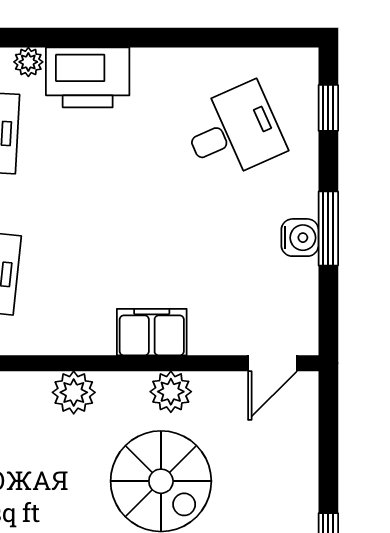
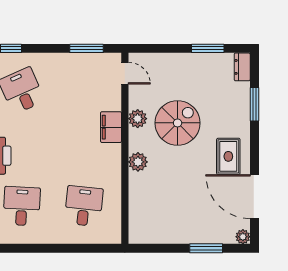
window: (328, 228) -> (86, 48), moved
water cooler: (300, 238) -> (69, 61), removed

